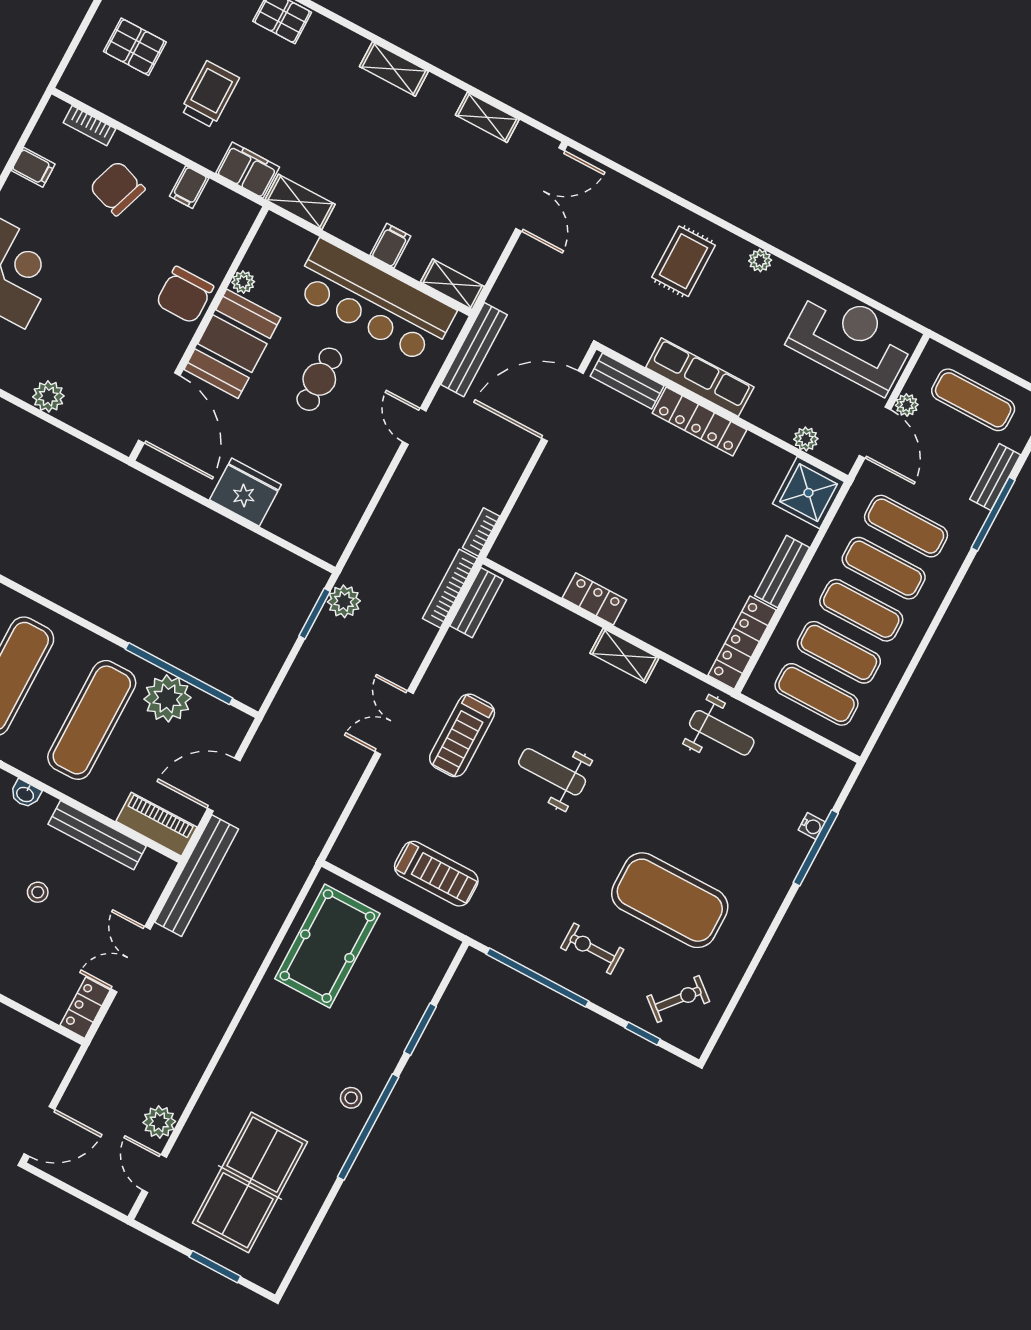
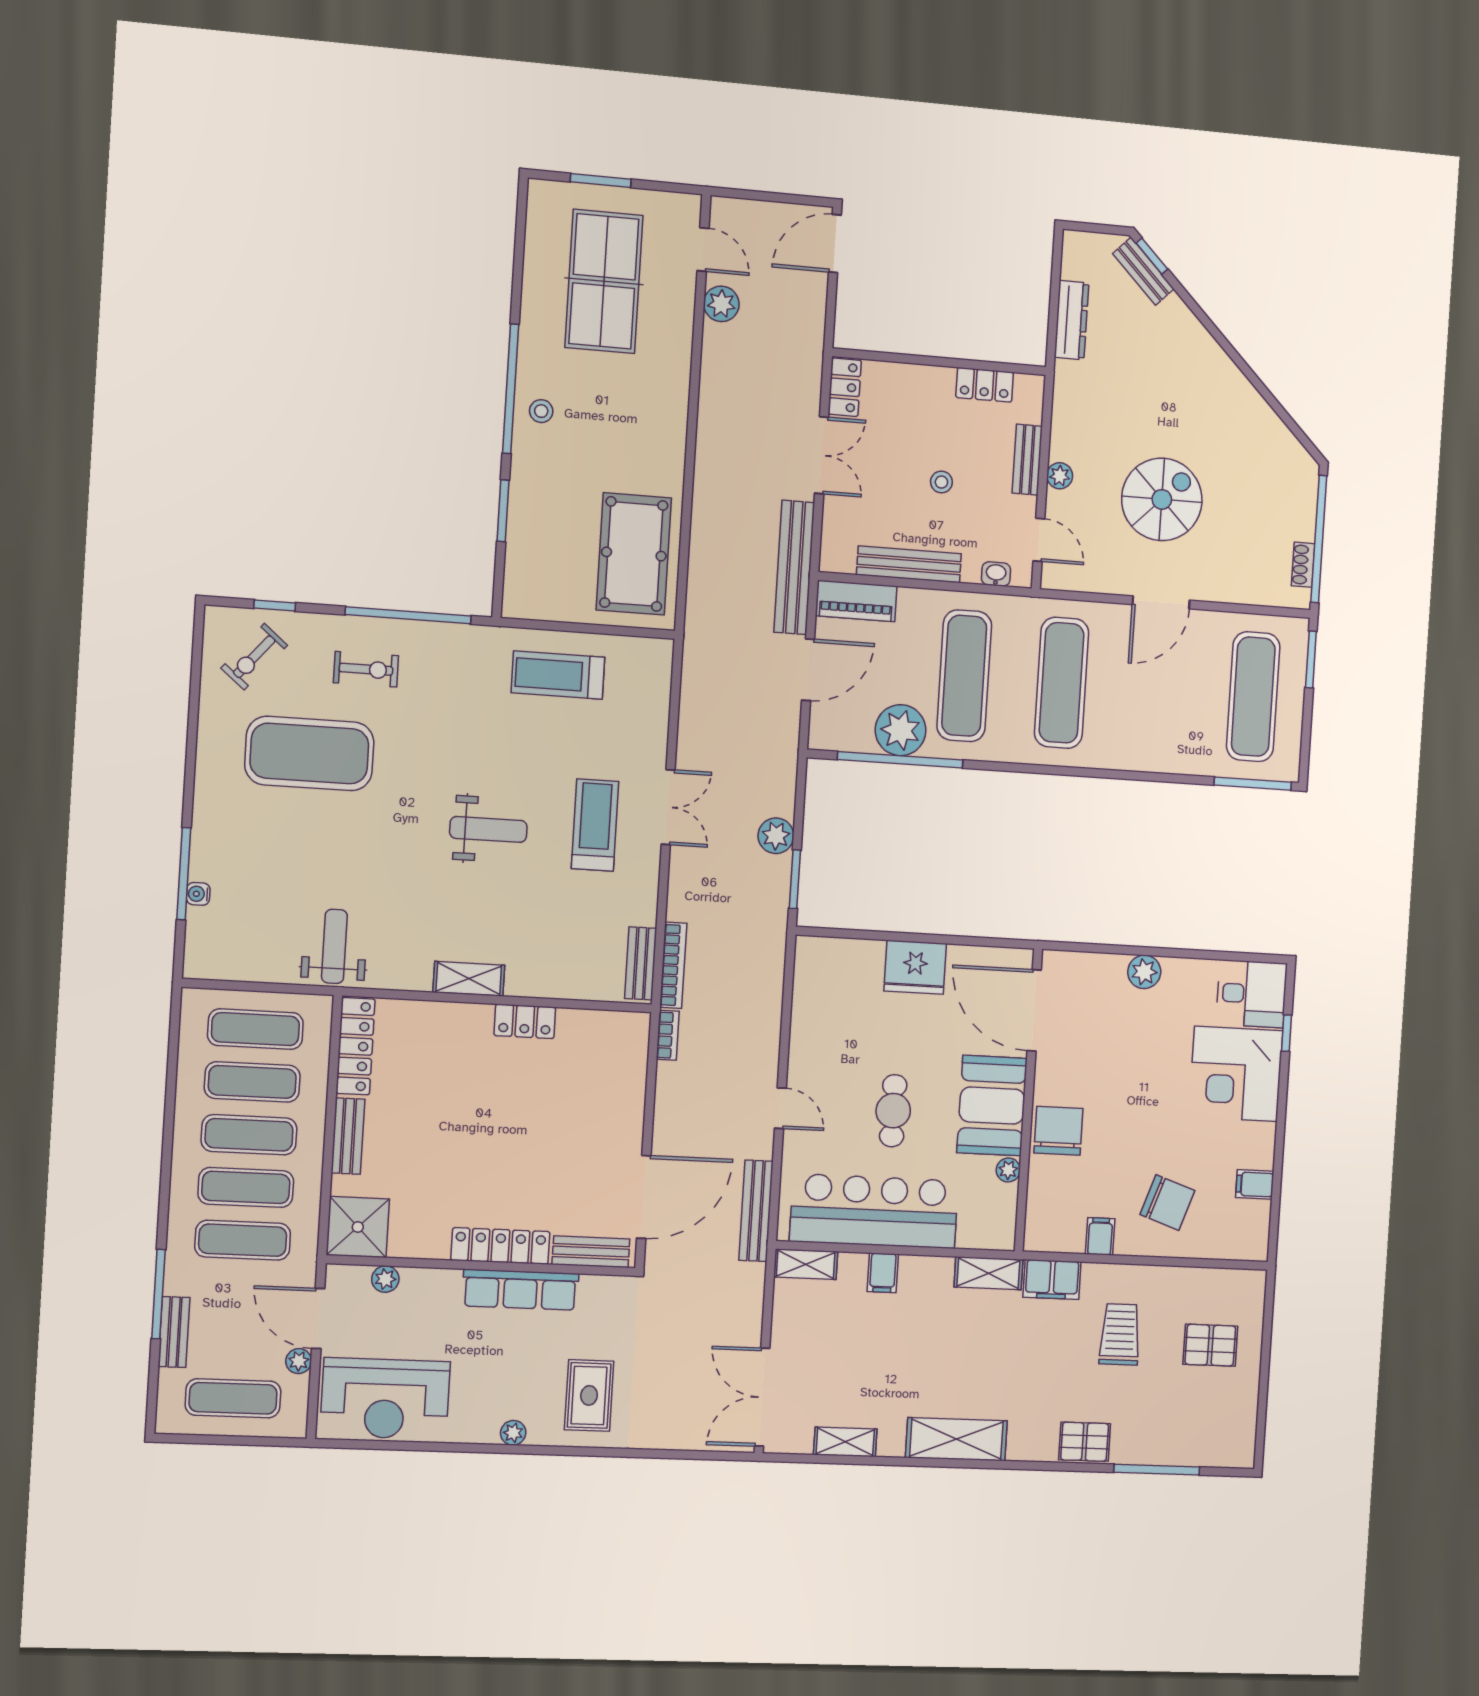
shelving: (394, 69) -> (956, 1439), width x1.50, depth x1.33
trolley: (210, 94) -> (1120, 1334), turned 180
bookcase: (90, 126) -> (1220, 1250), removed
plant: (344, 601) -> (776, 836), moved
weight bench: (722, 733) -> (334, 946), turned 90

